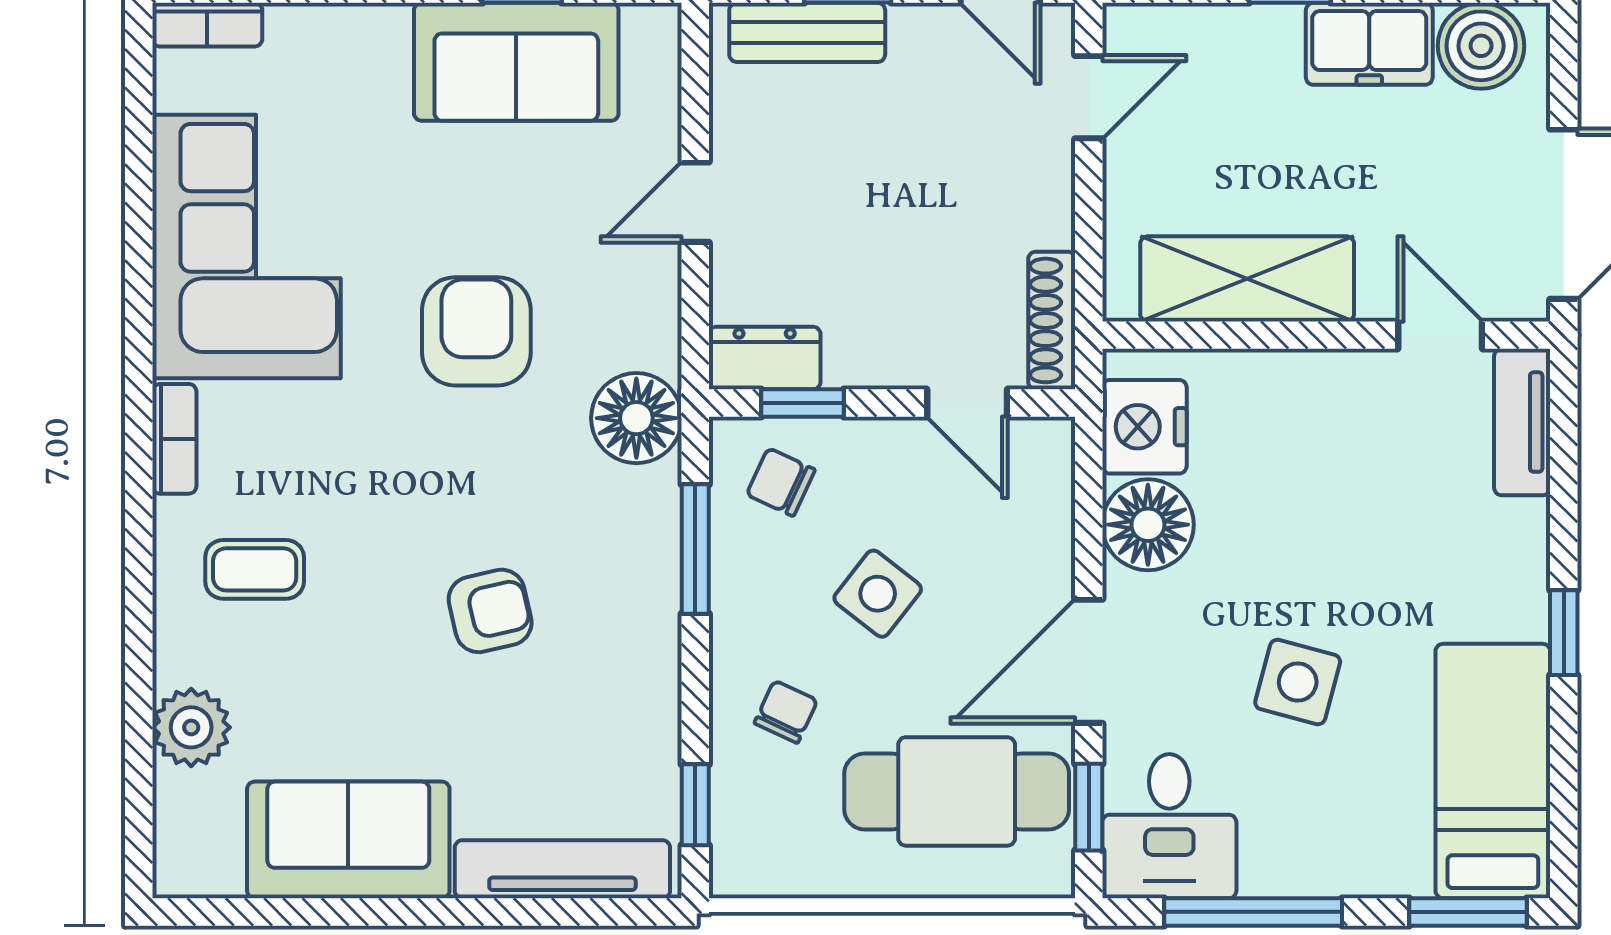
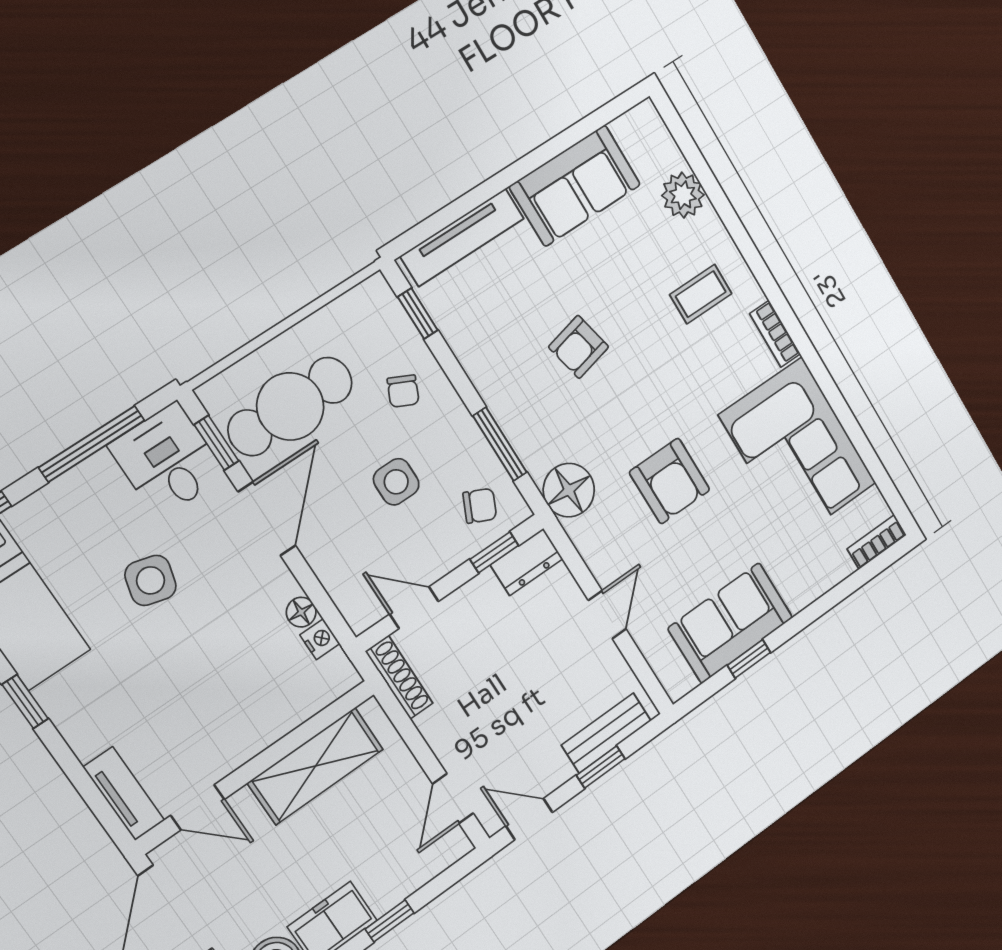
nightstand: (1144, 427) -> (320, 639), width x0.53, depth x0.56
floor lamp: (1148, 525) -> (301, 612), width x0.53, depth x0.53
side table: (878, 594) -> (396, 482), turned -38

